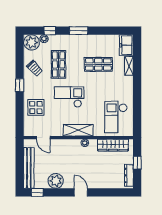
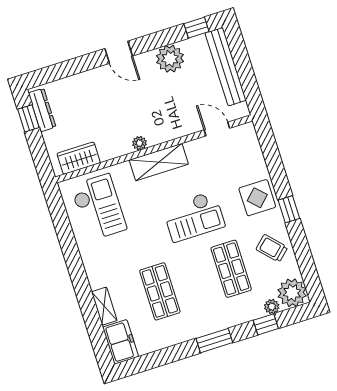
shop shelf: (98, 64) -> (160, 291), turned 90
display table: (36, 107) -> (257, 198), moved
wardrobe: (113, 145) -> (79, 158), width x0.67
window: (137, 163) -> (28, 118), moved

